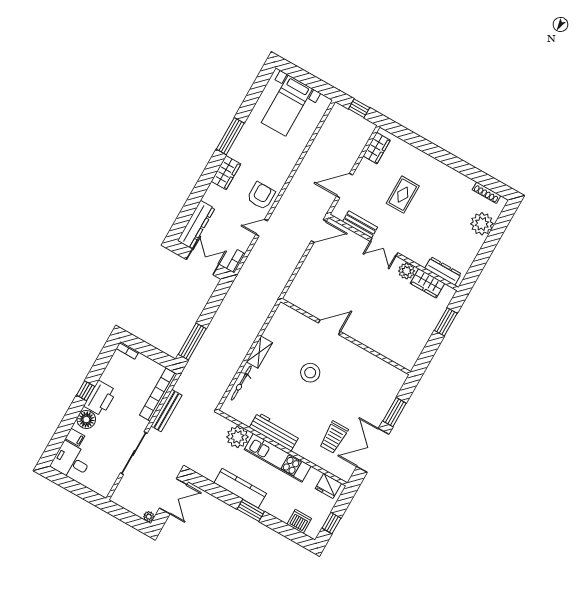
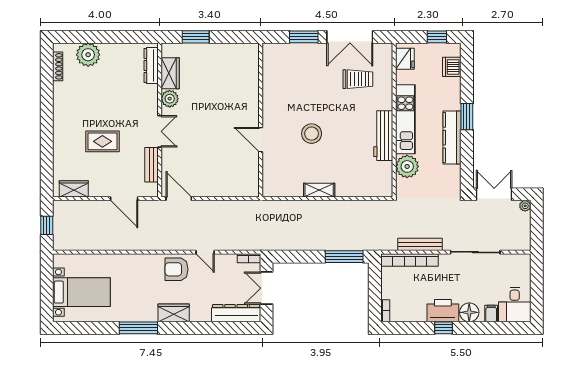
bicycle: (241, 383) -> (356, 191), removed

